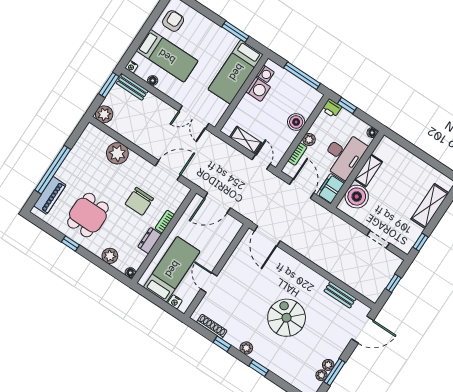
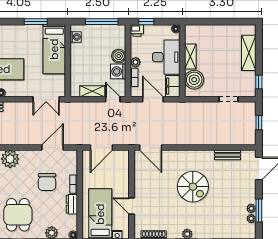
washing machine: (258, 89) -> (118, 71), moved, turned 180
spiral stairs: (287, 318) -> (193, 187), moved, turned 180

